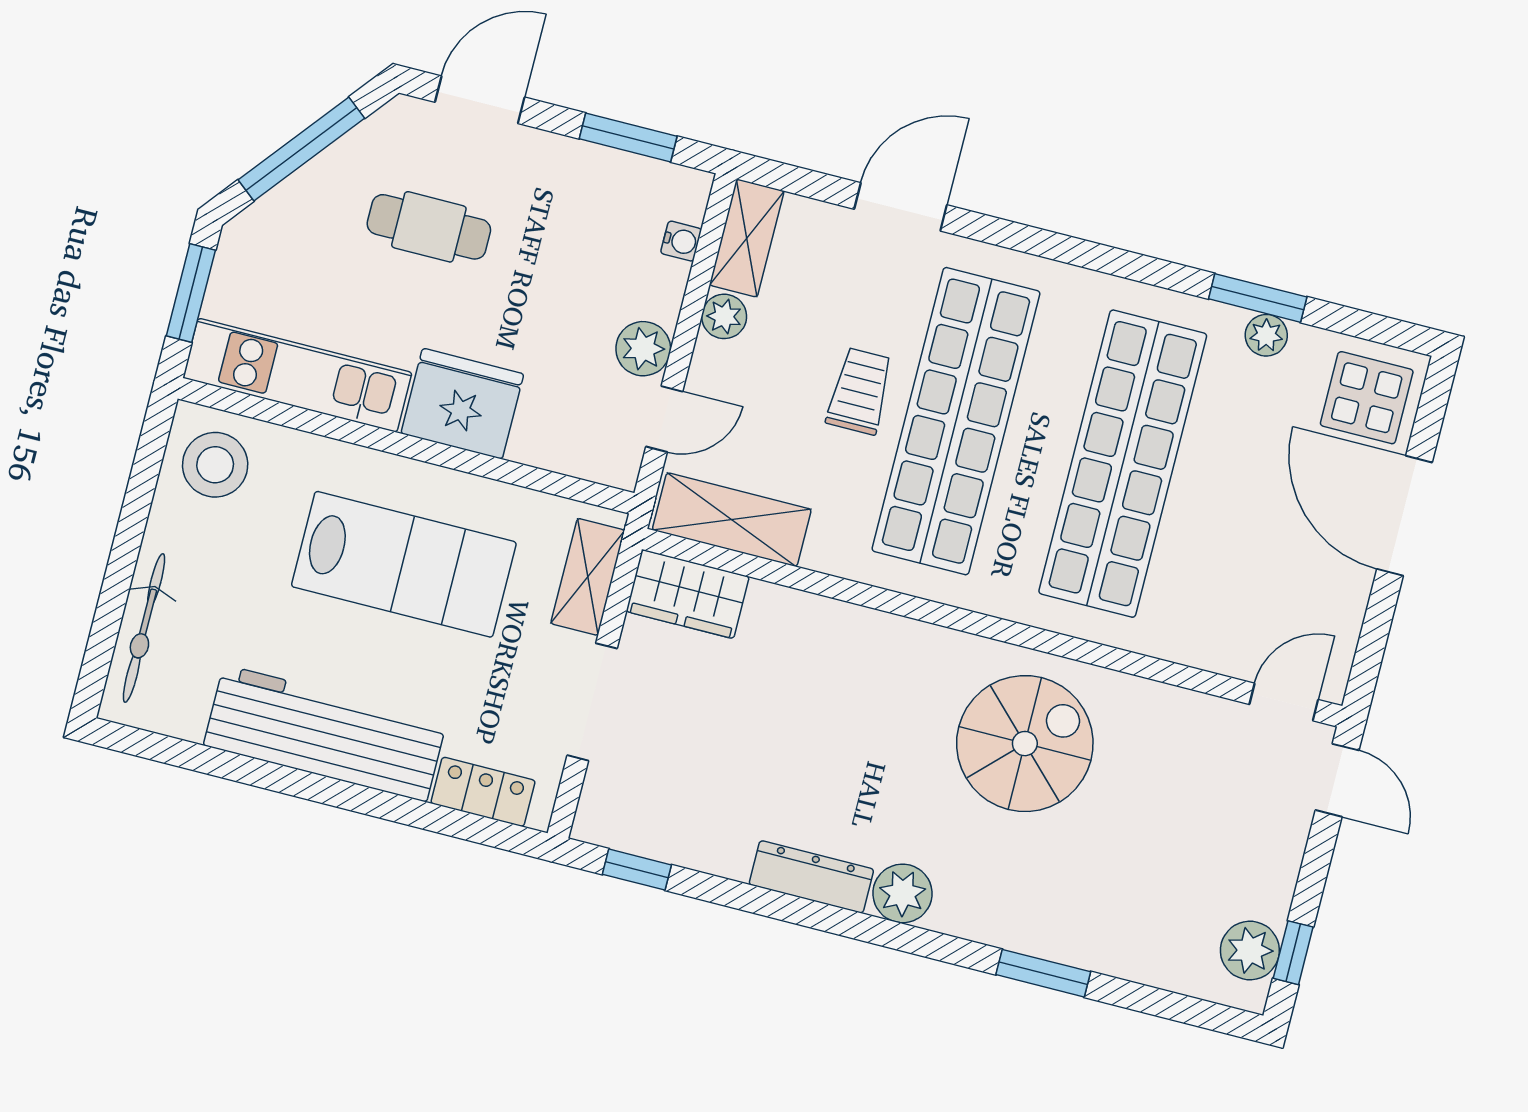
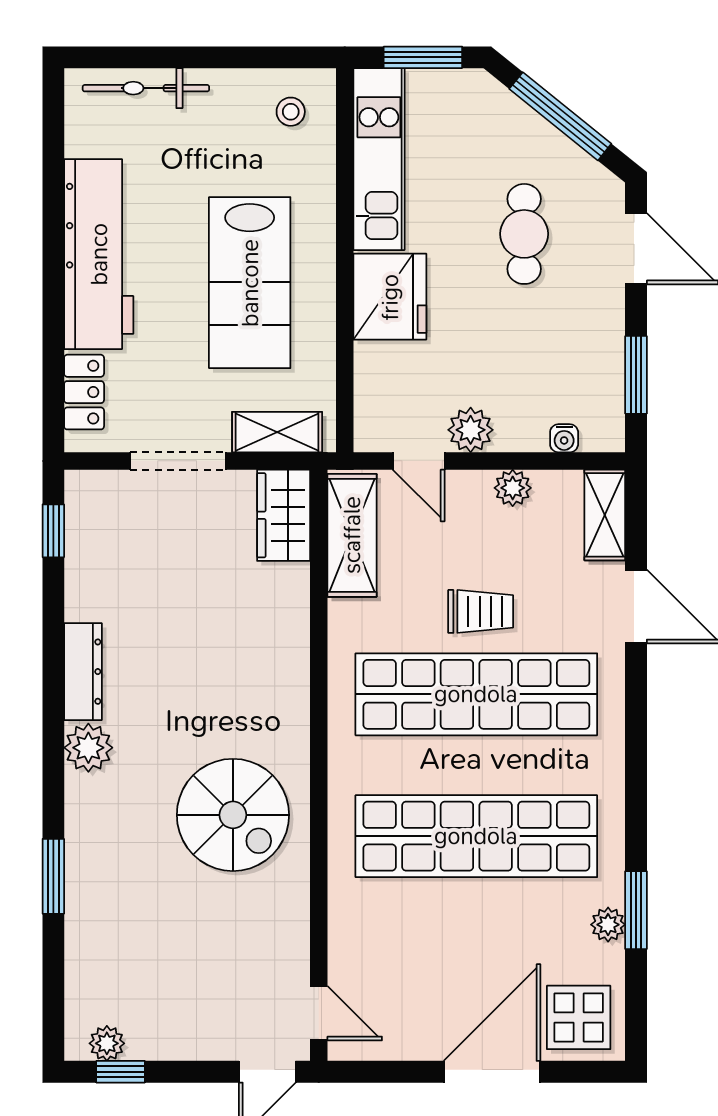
shelving: (747, 238) -> (605, 515), moved, turned 90
stool: (215, 465) -> (291, 112), width x0.53, depth x0.53
plant: (1250, 950) -> (107, 1043), width x0.73, depth x0.73

